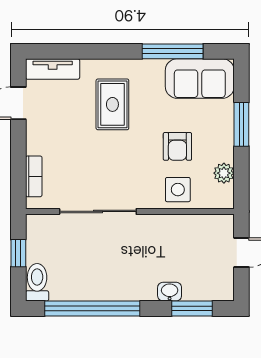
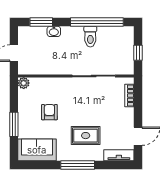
window: (173, 51) -> (78, 165), moved
rug: (112, 104) -> (86, 136), turned 90
plant: (224, 173) -> (24, 83), moved
side table: (178, 190) -> (49, 88), removed
toilet: (37, 282) -> (90, 37), moved

